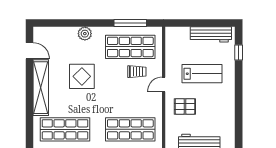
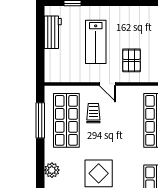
workbench: (211, 34) -> (53, 32), width x0.73
lab bench: (202, 74) -> (96, 42), turned 180

